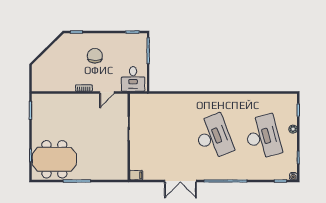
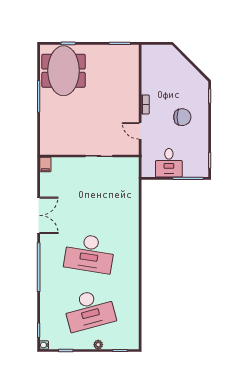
desk: (133, 79) -> (169, 163), moved, turned -90
desk: (213, 137) -> (89, 253), turned 30
double door: (180, 181) -> (39, 215), swing flipped

